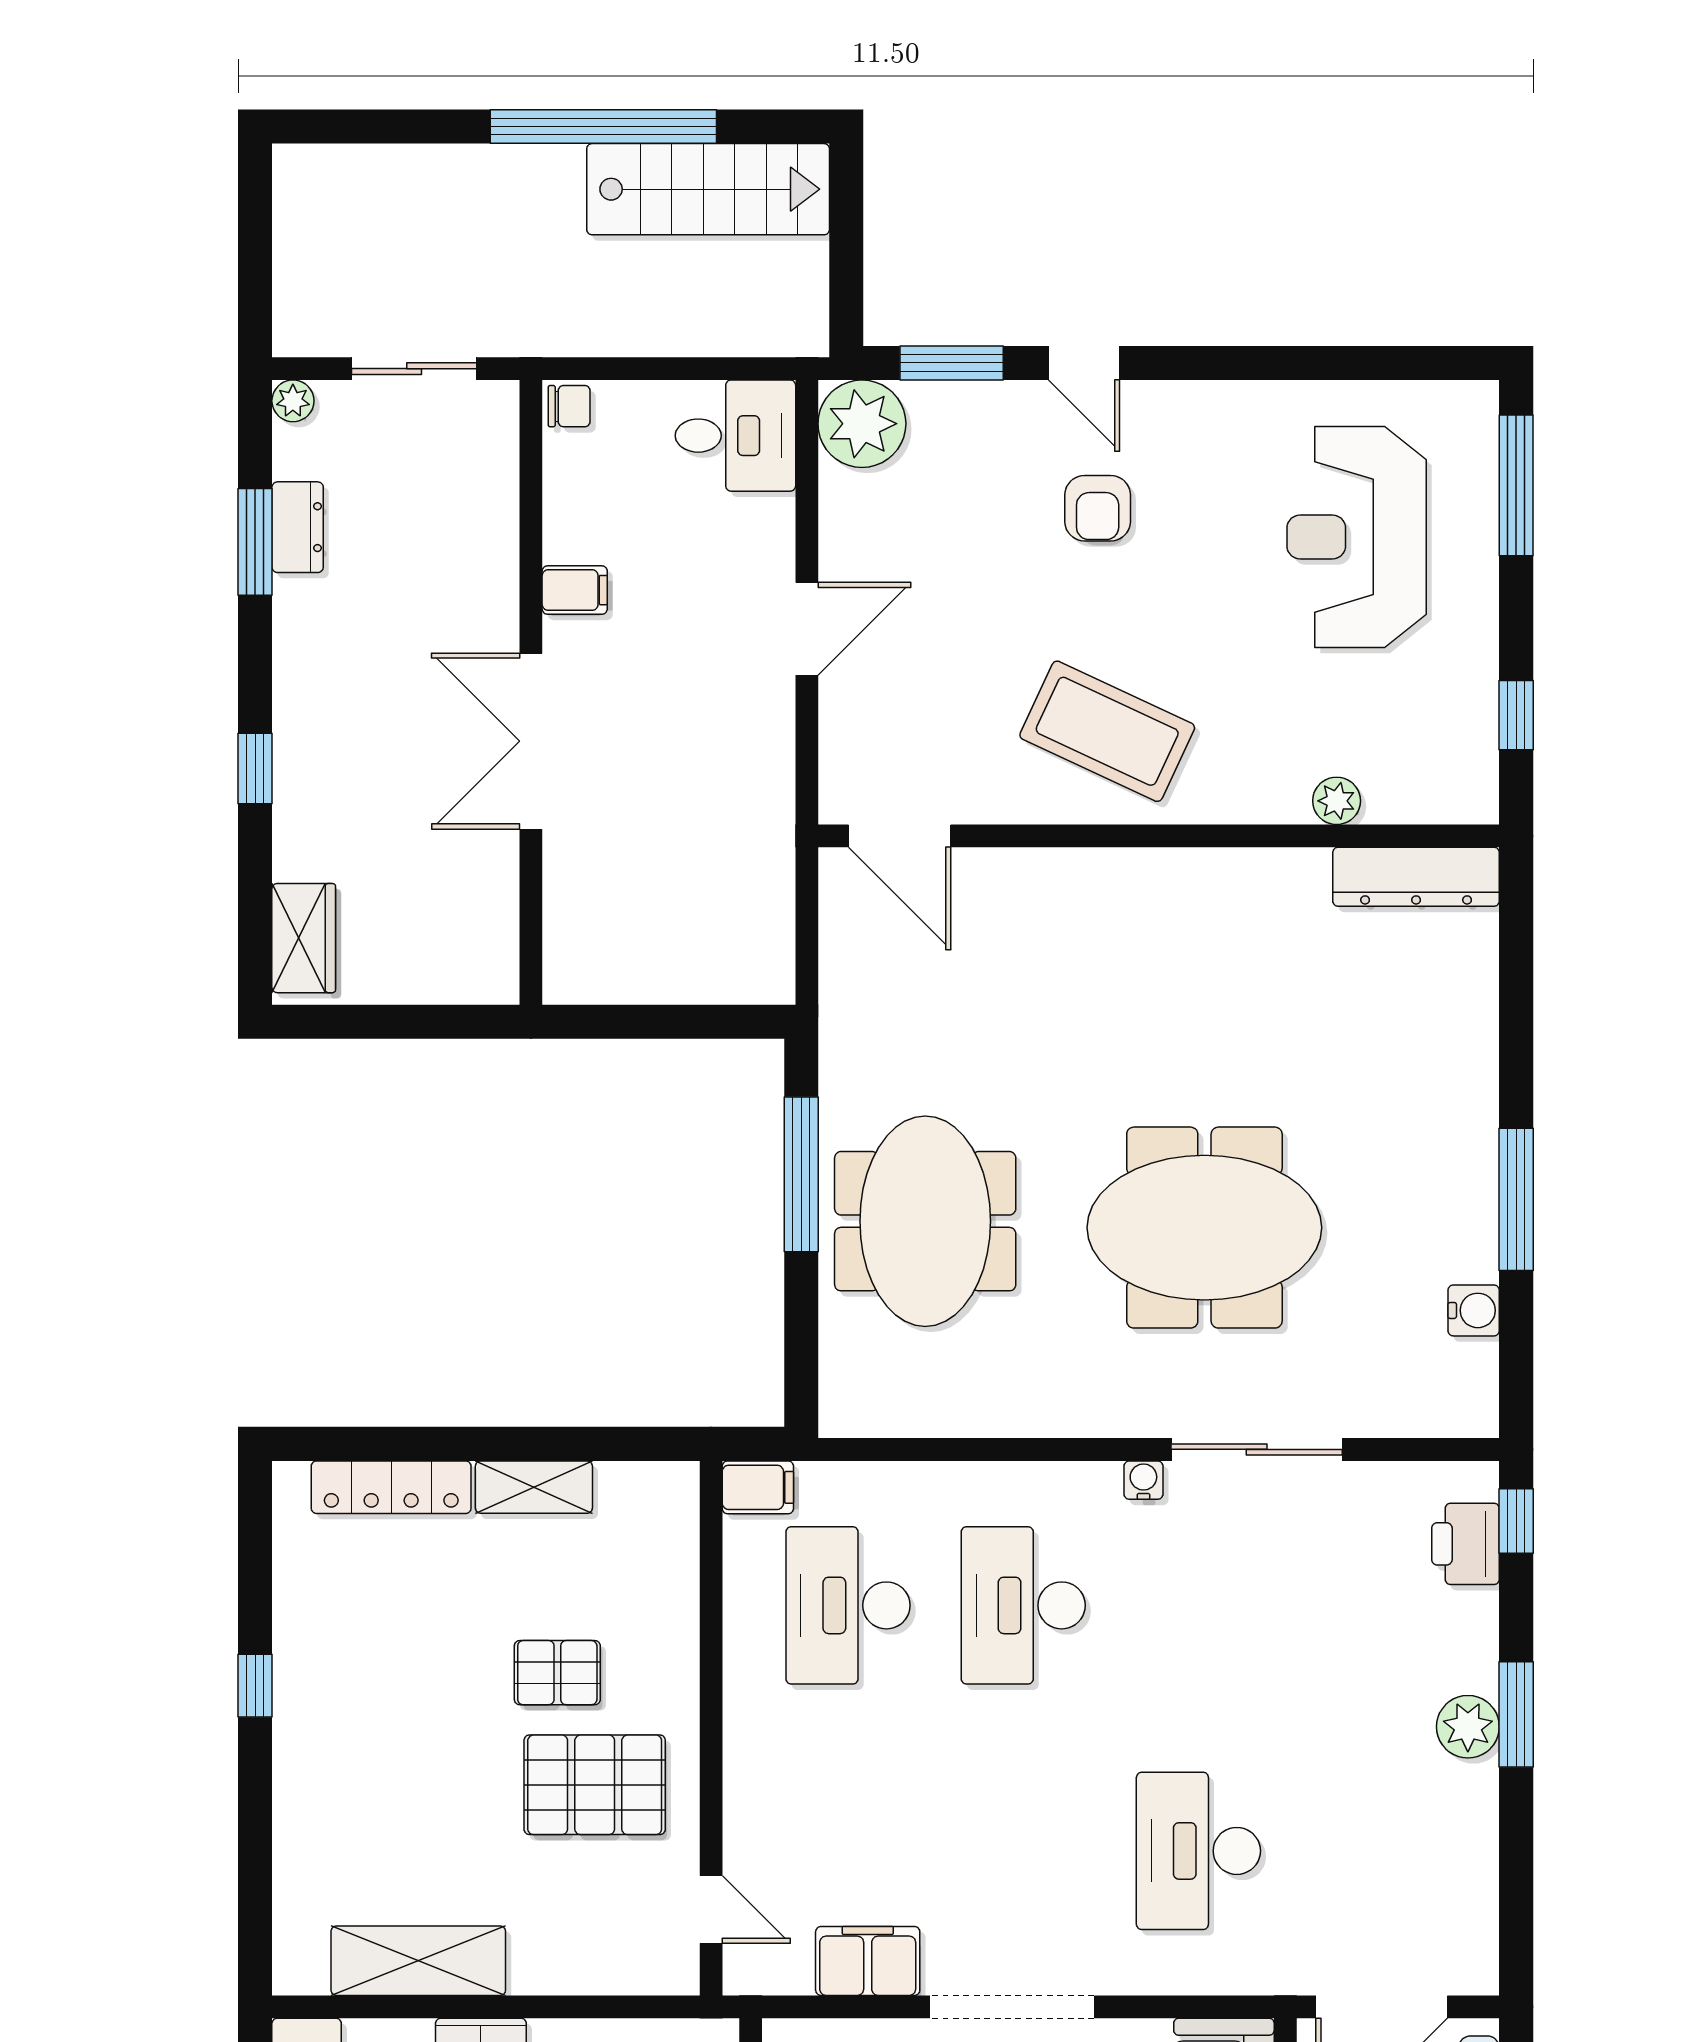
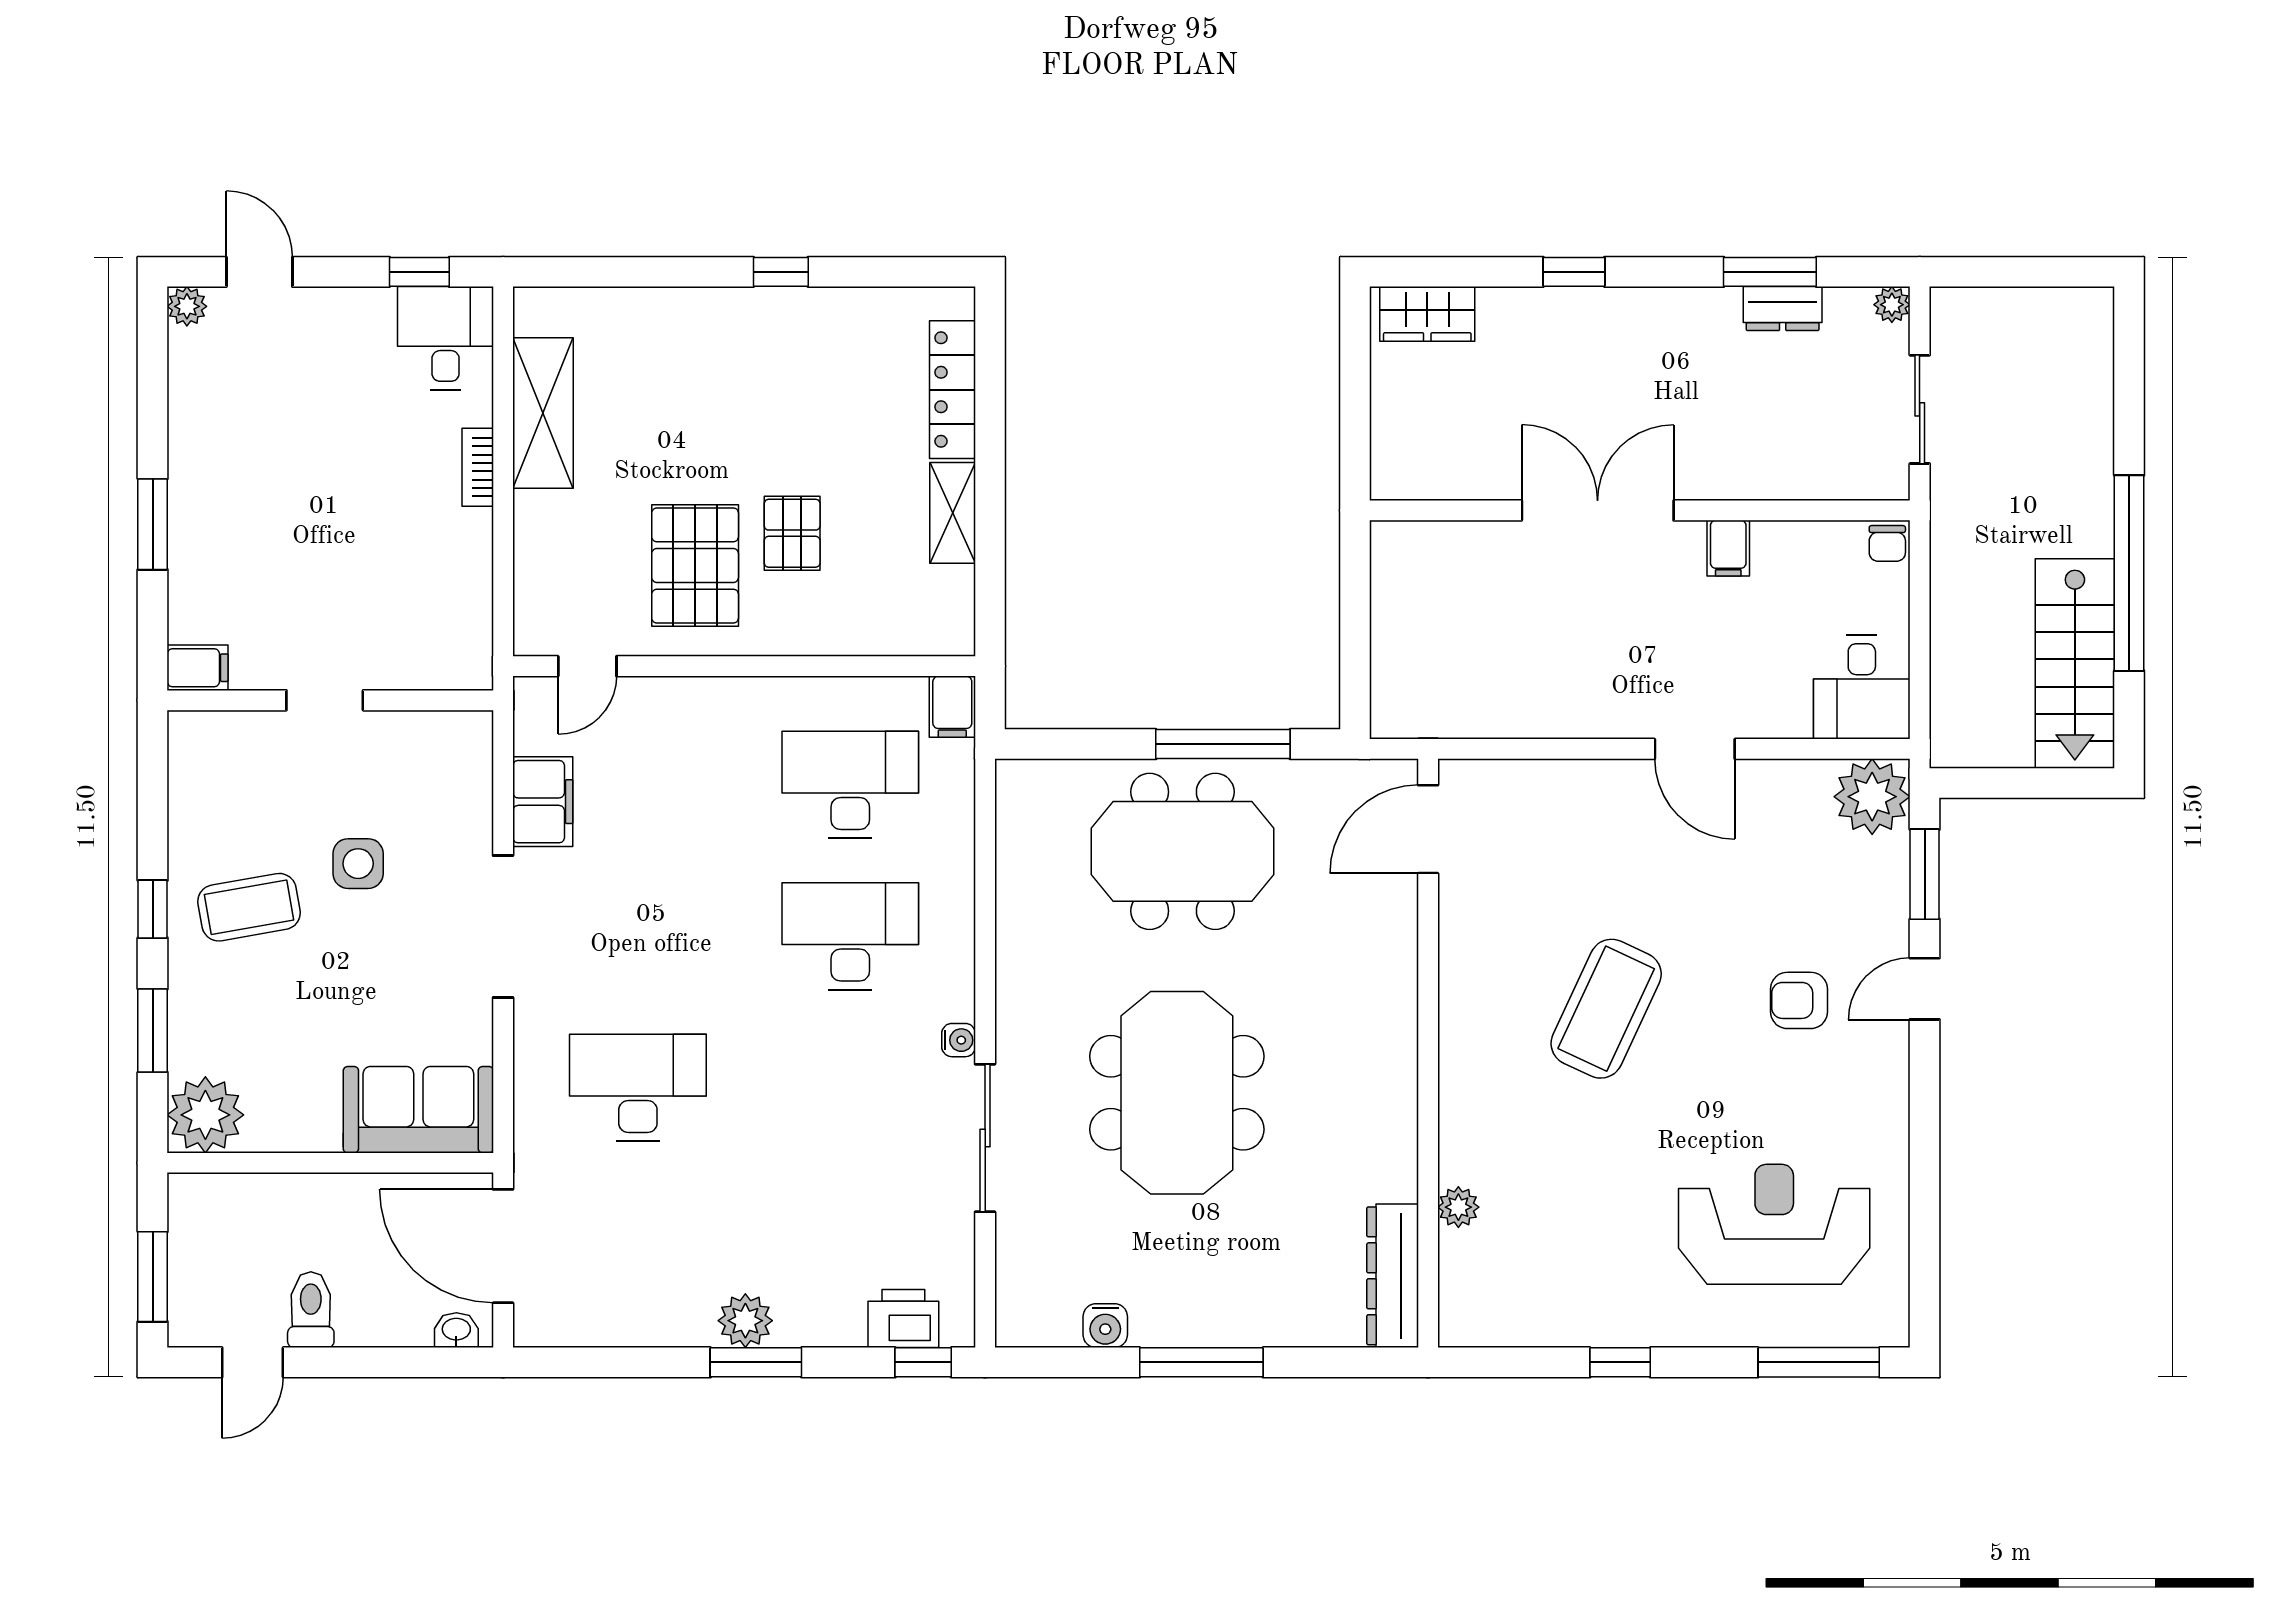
plant: (1337, 801) -> (1458, 1207), moved
door: (900, 836) -> (1428, 829), moved
wall: (1159, 836) -> (1428, 1053), moved
dresser: (1416, 877) -> (1393, 1276), moved

